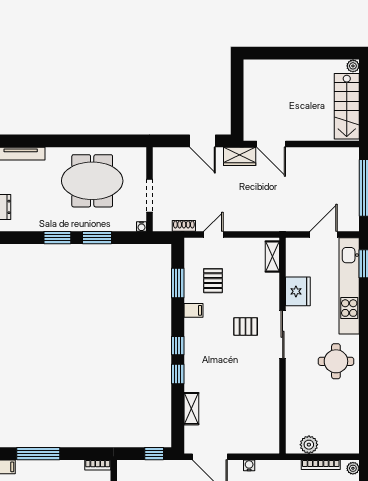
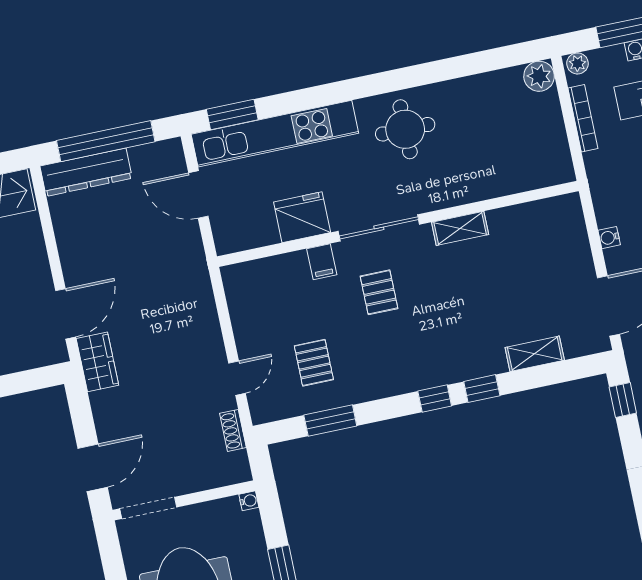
door: (202, 141) -> (93, 468), moved
dresser: (350, 173) -> (86, 172), added
doorway: (150, 196) -> (148, 508), moved
door: (213, 235) -> (237, 378), swing flipped
shelving: (272, 256) -> (460, 228), moved
pallet: (213, 281) -> (314, 363), turned 90
filing cabinet: (193, 310) -> (322, 262), moved, turned 180
plant: (309, 445) -> (539, 76), moved

